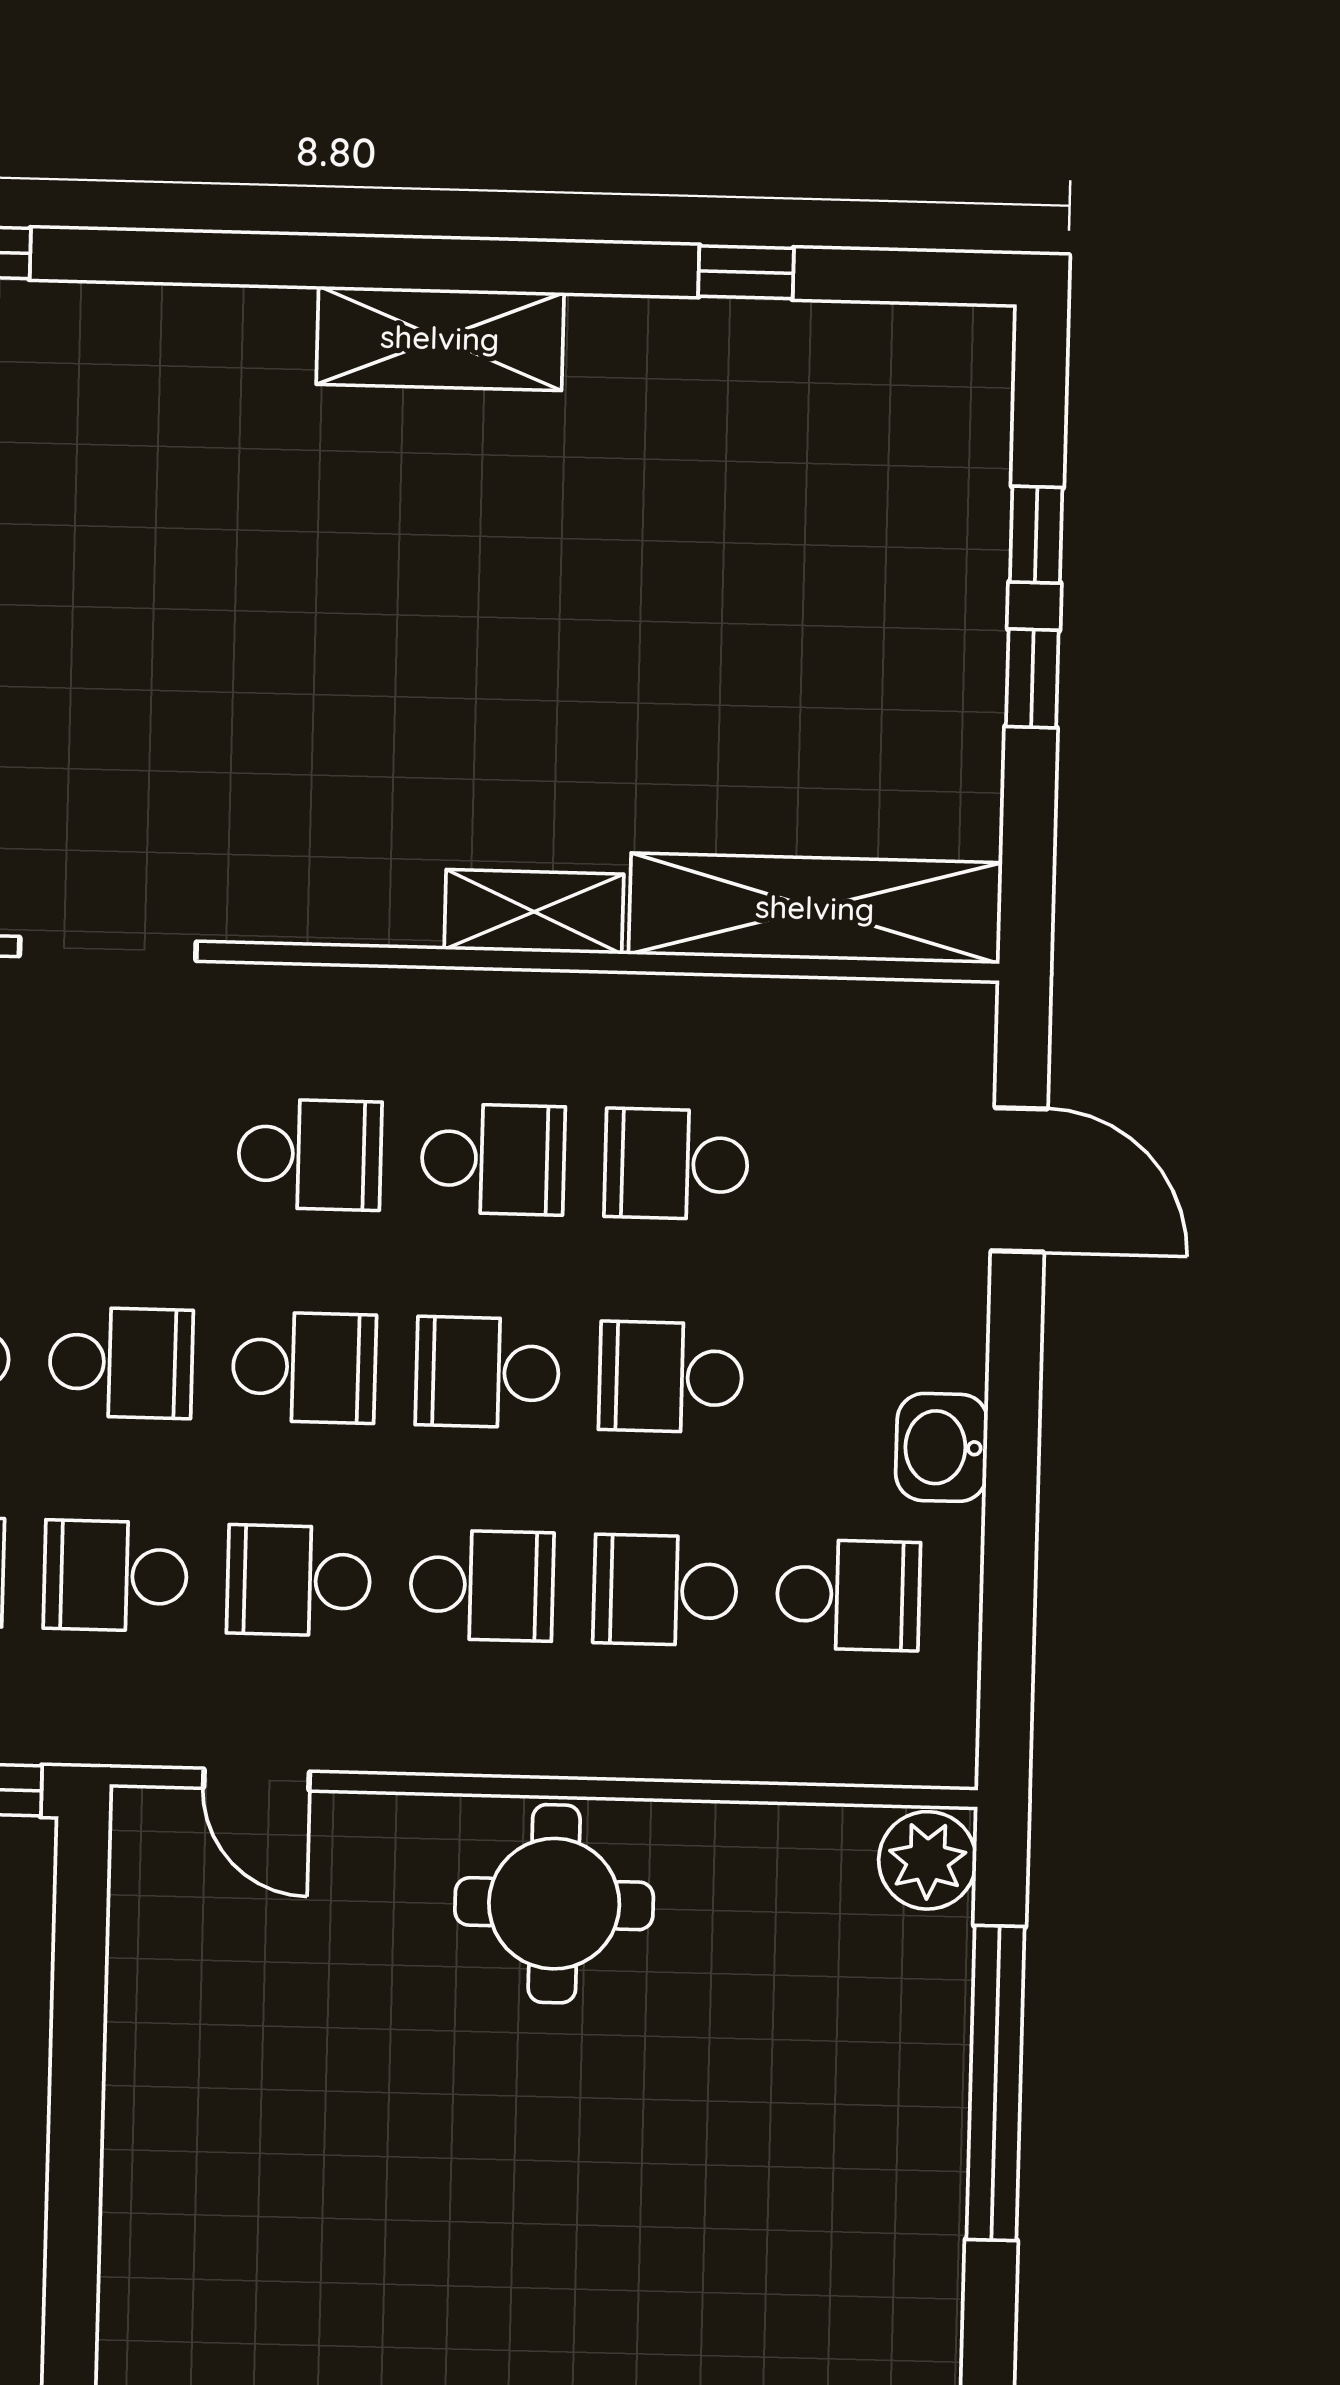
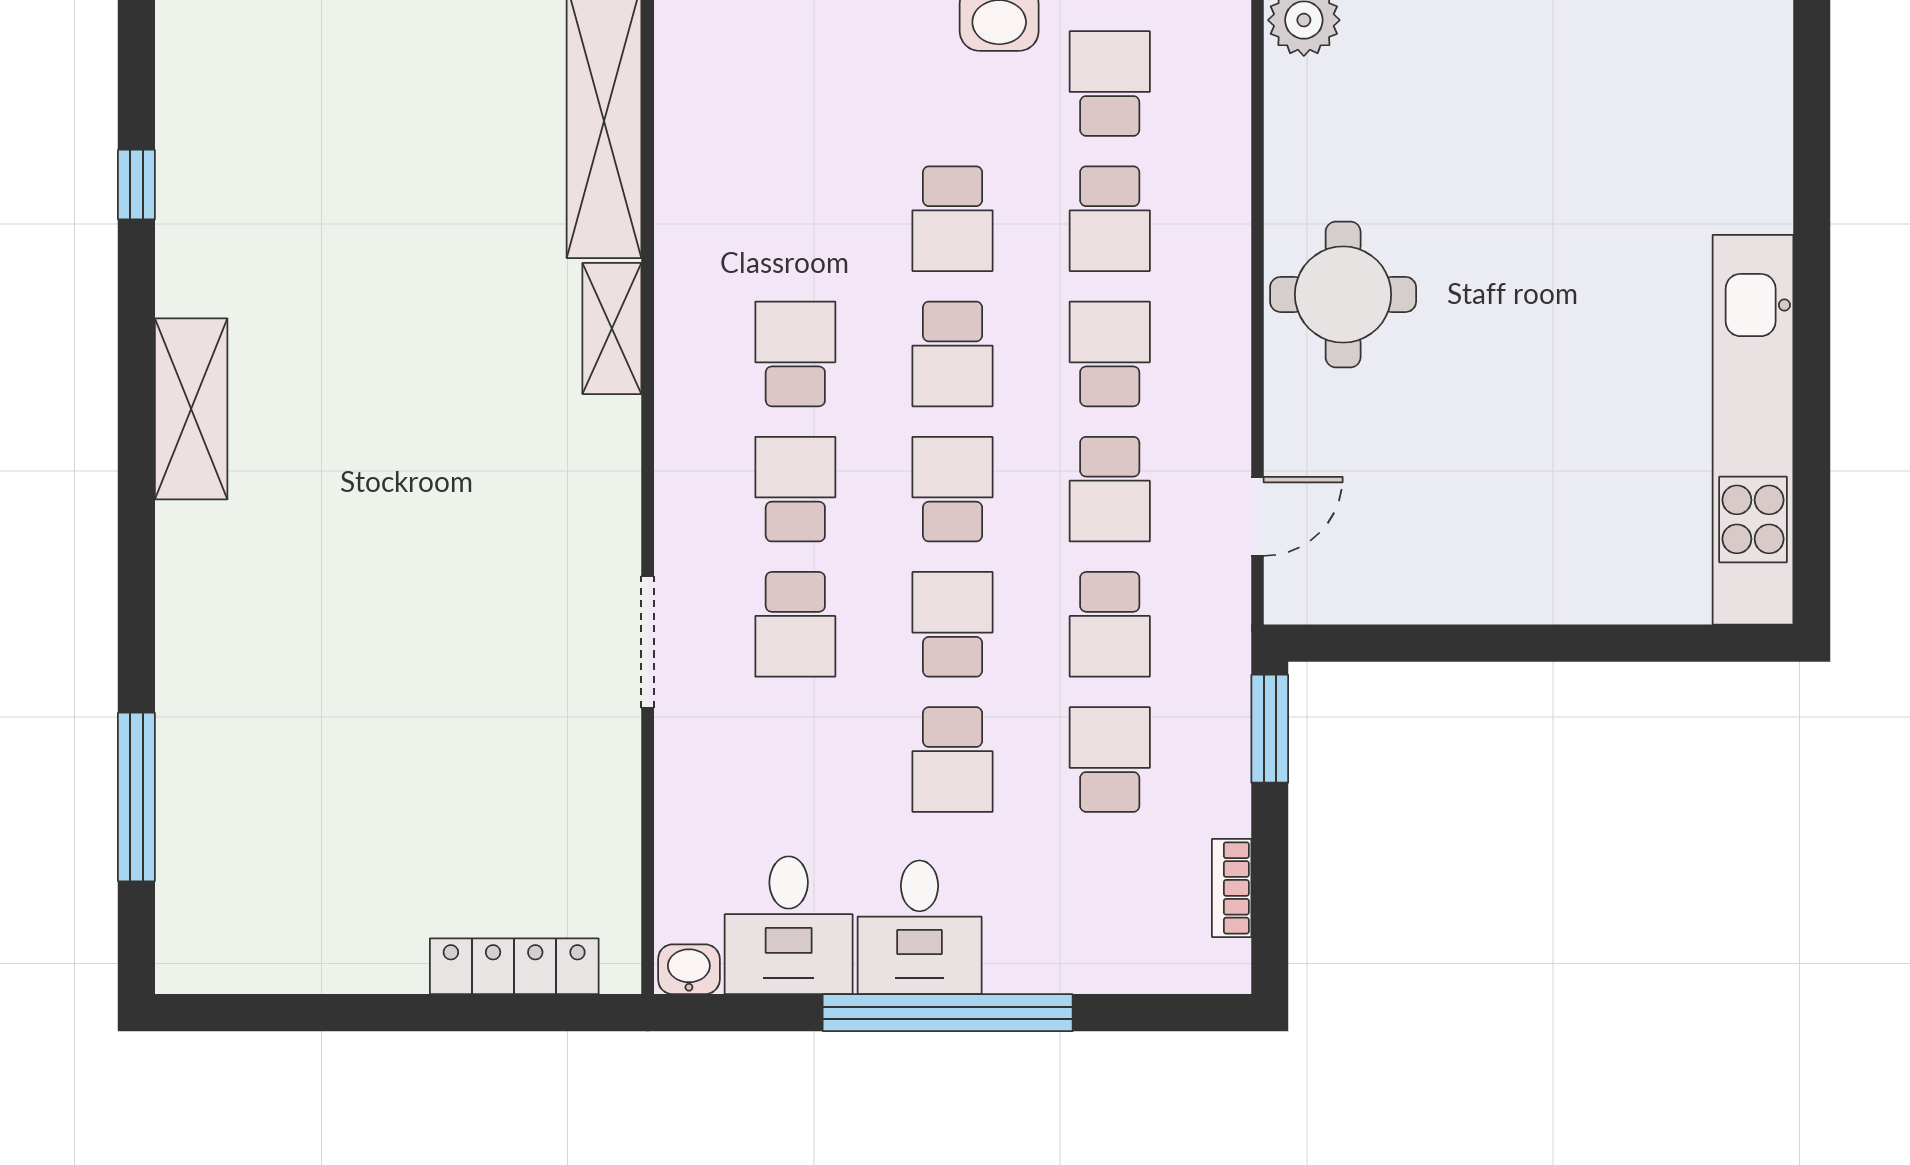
school desk: (676, 1164) -> (795, 624), moved

